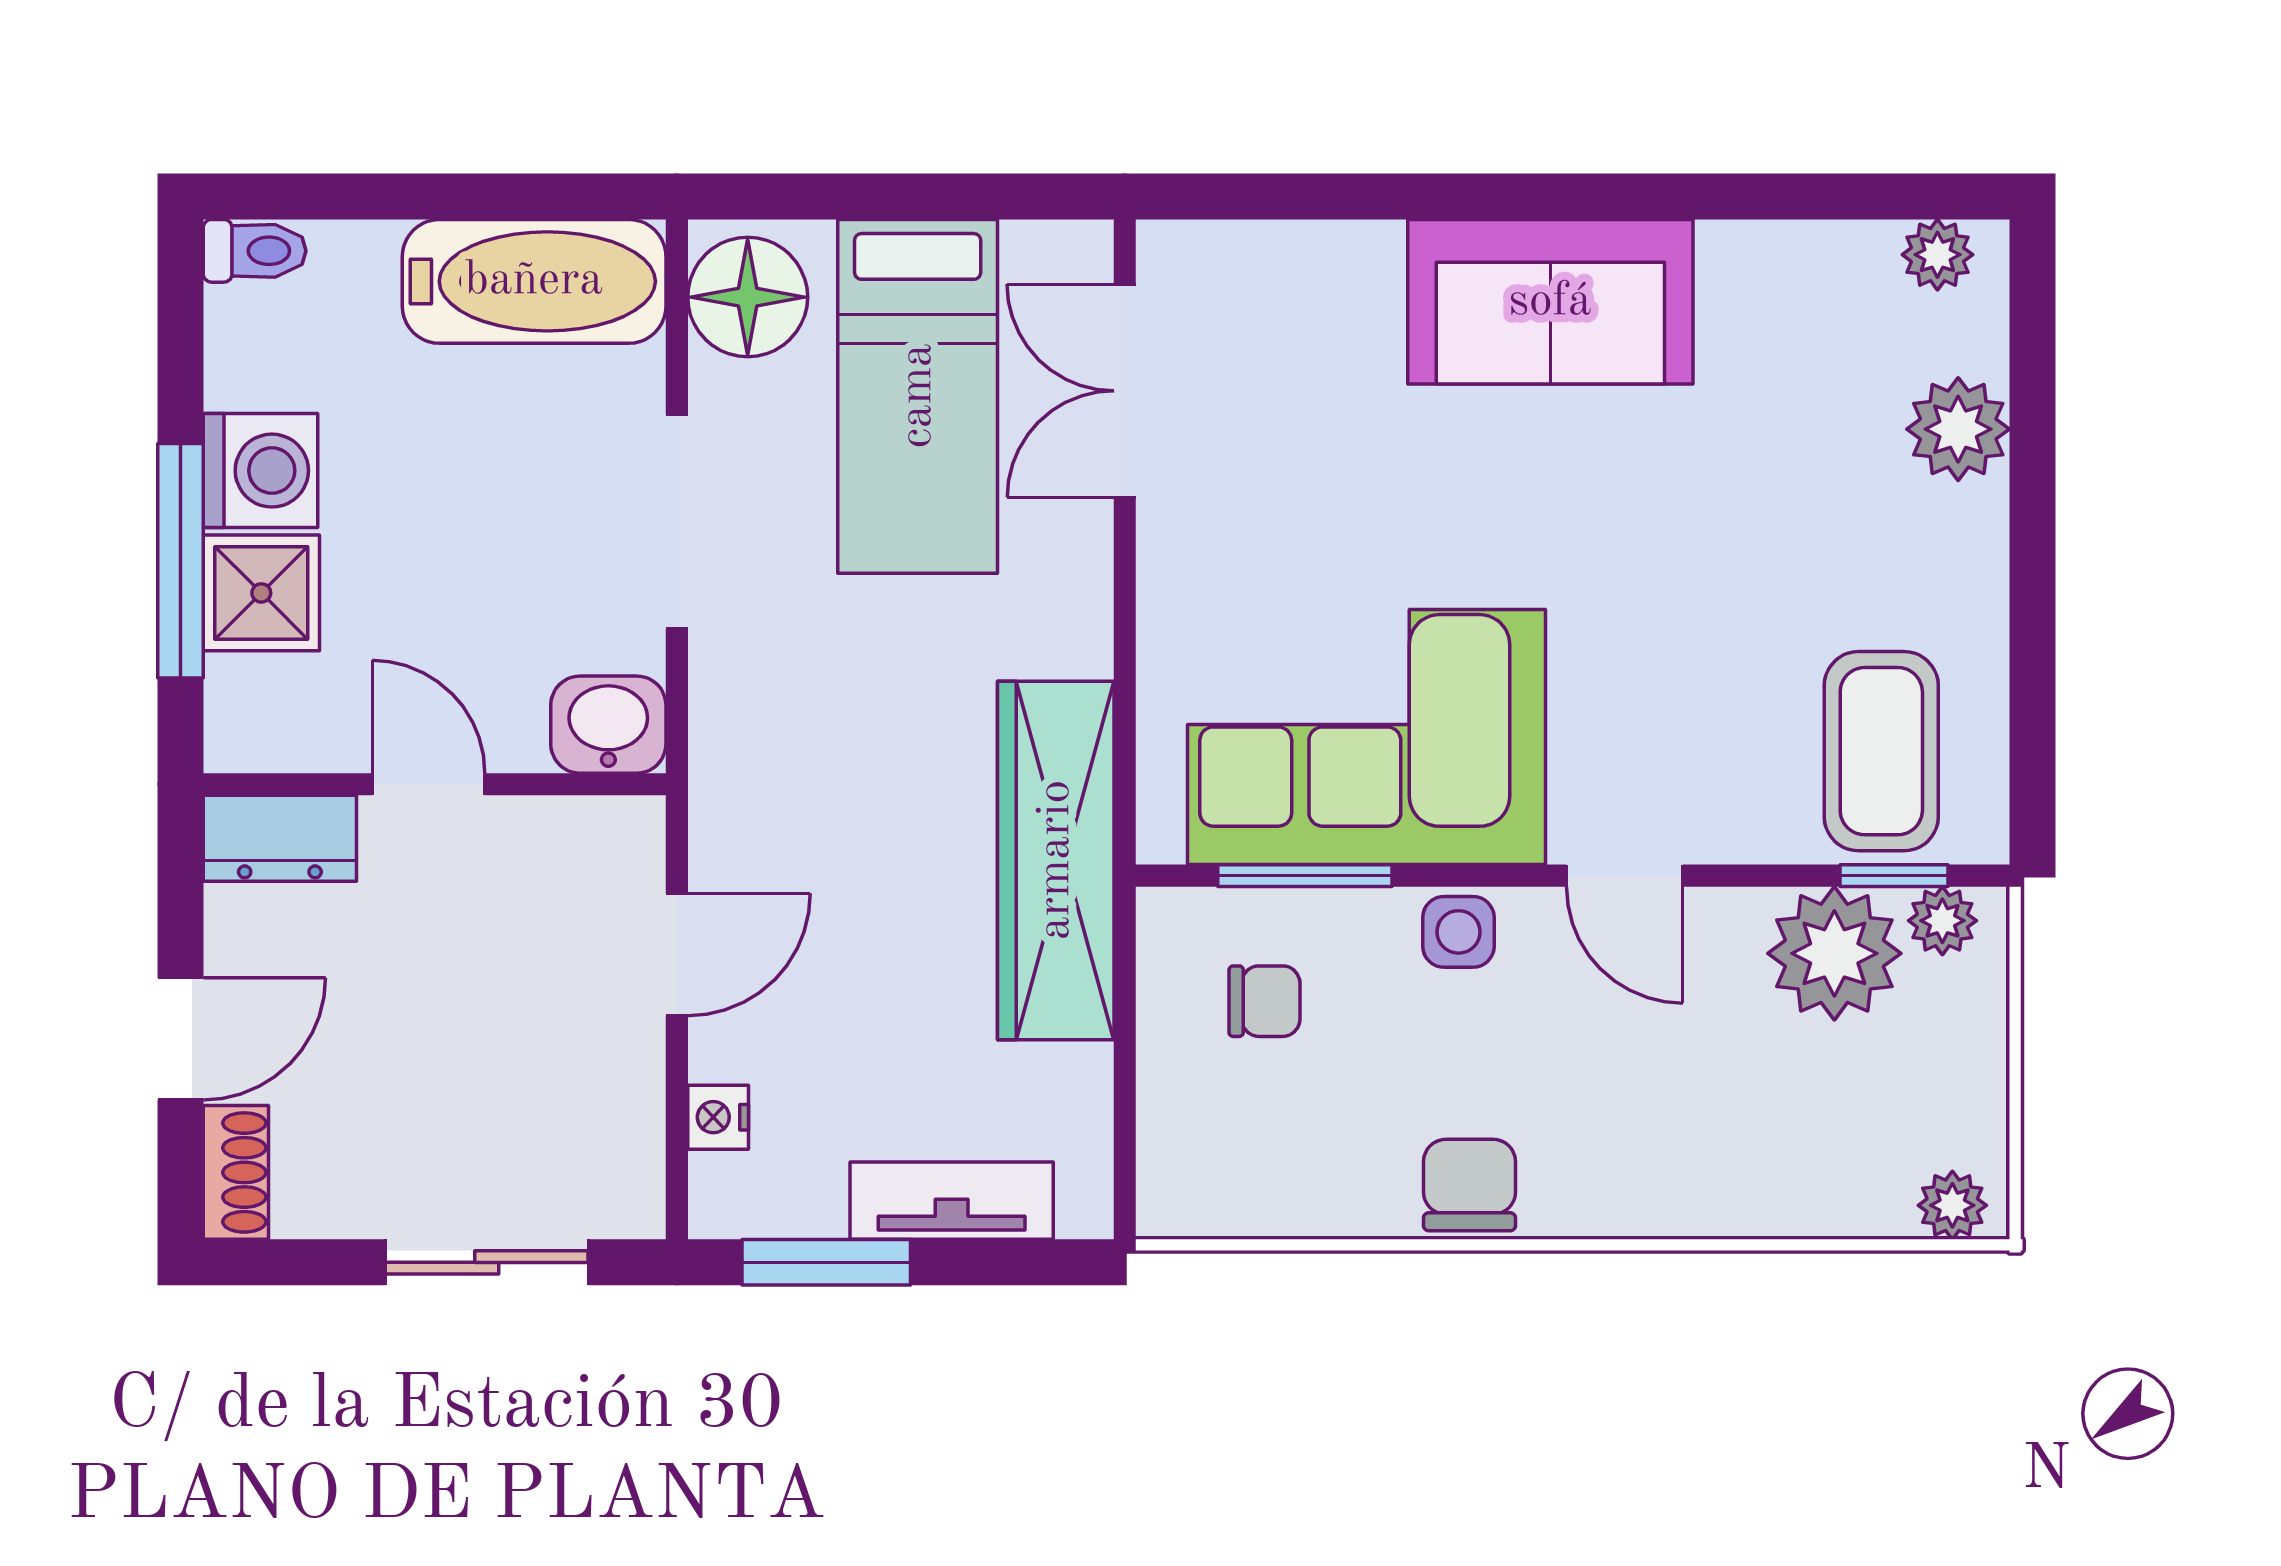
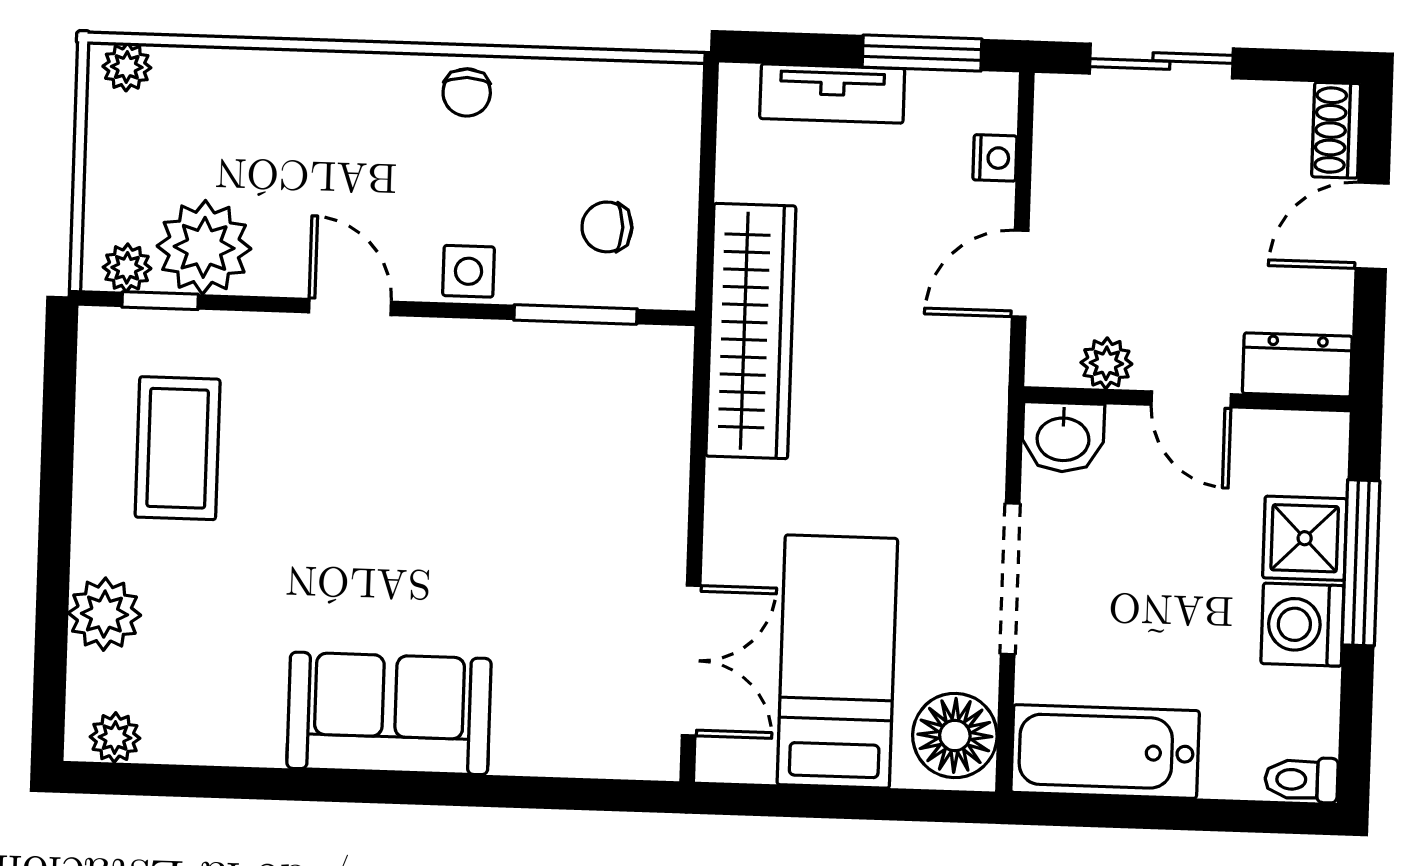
corner sofa: (1366, 737) -> (529, 411), removed
coffee table: (1881, 751) -> (178, 448), moved
plant: (550, 832) -> (1106, 363), added
chair: (1469, 1185) -> (467, 92), width x0.73, depth x0.73

